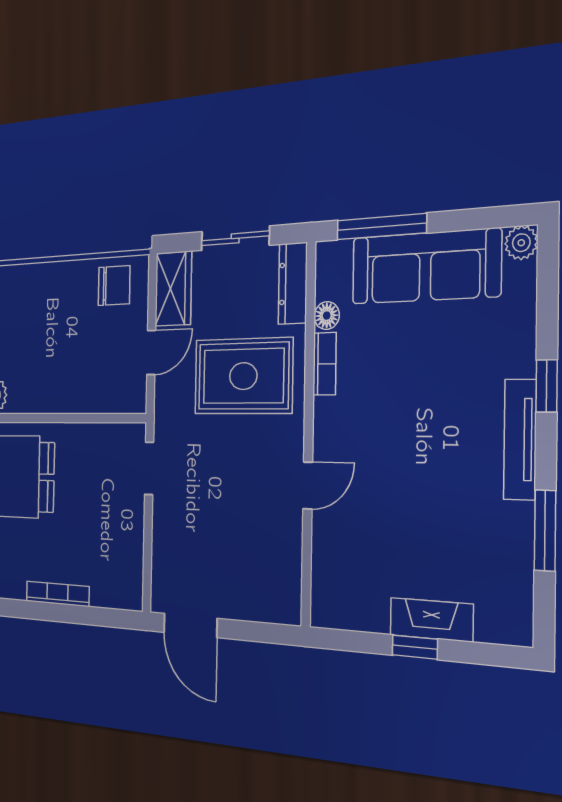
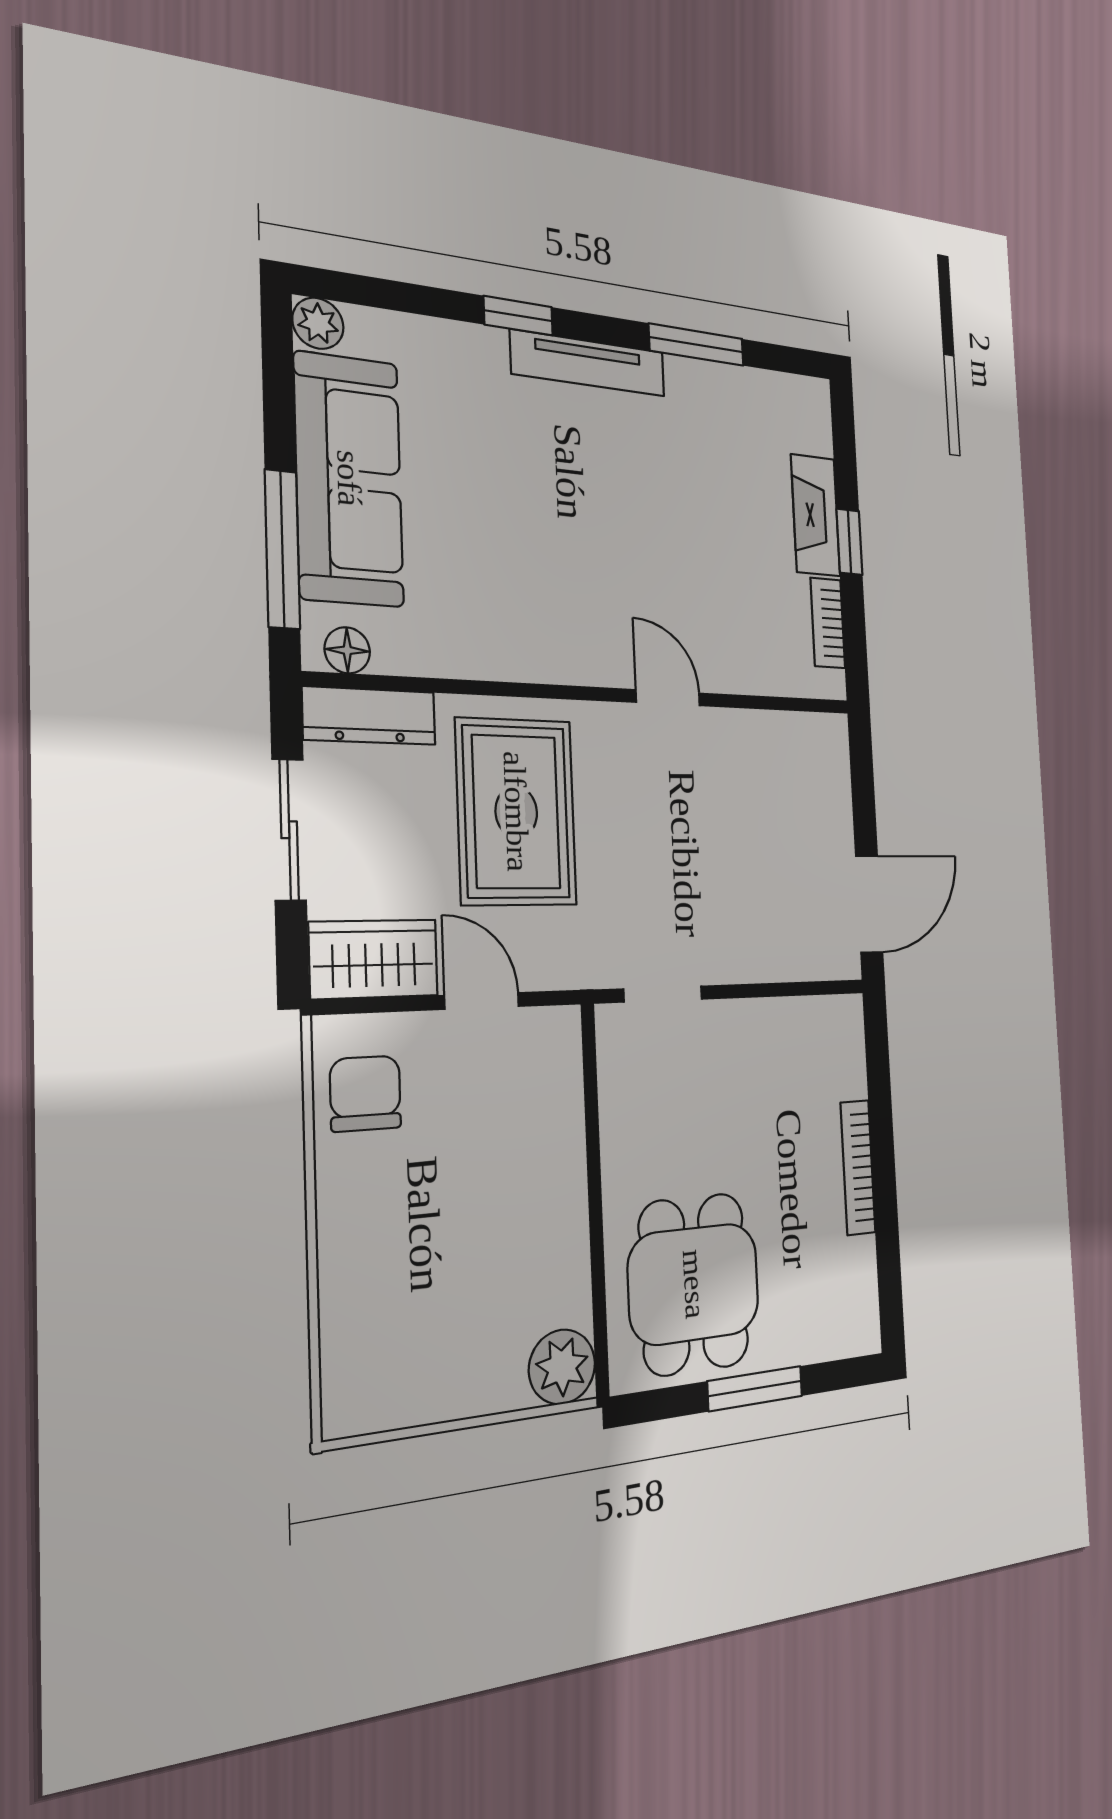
floor lamp: (327, 316) -> (347, 650), moved
bookcase: (325, 364) -> (828, 623), moved, turned -90

